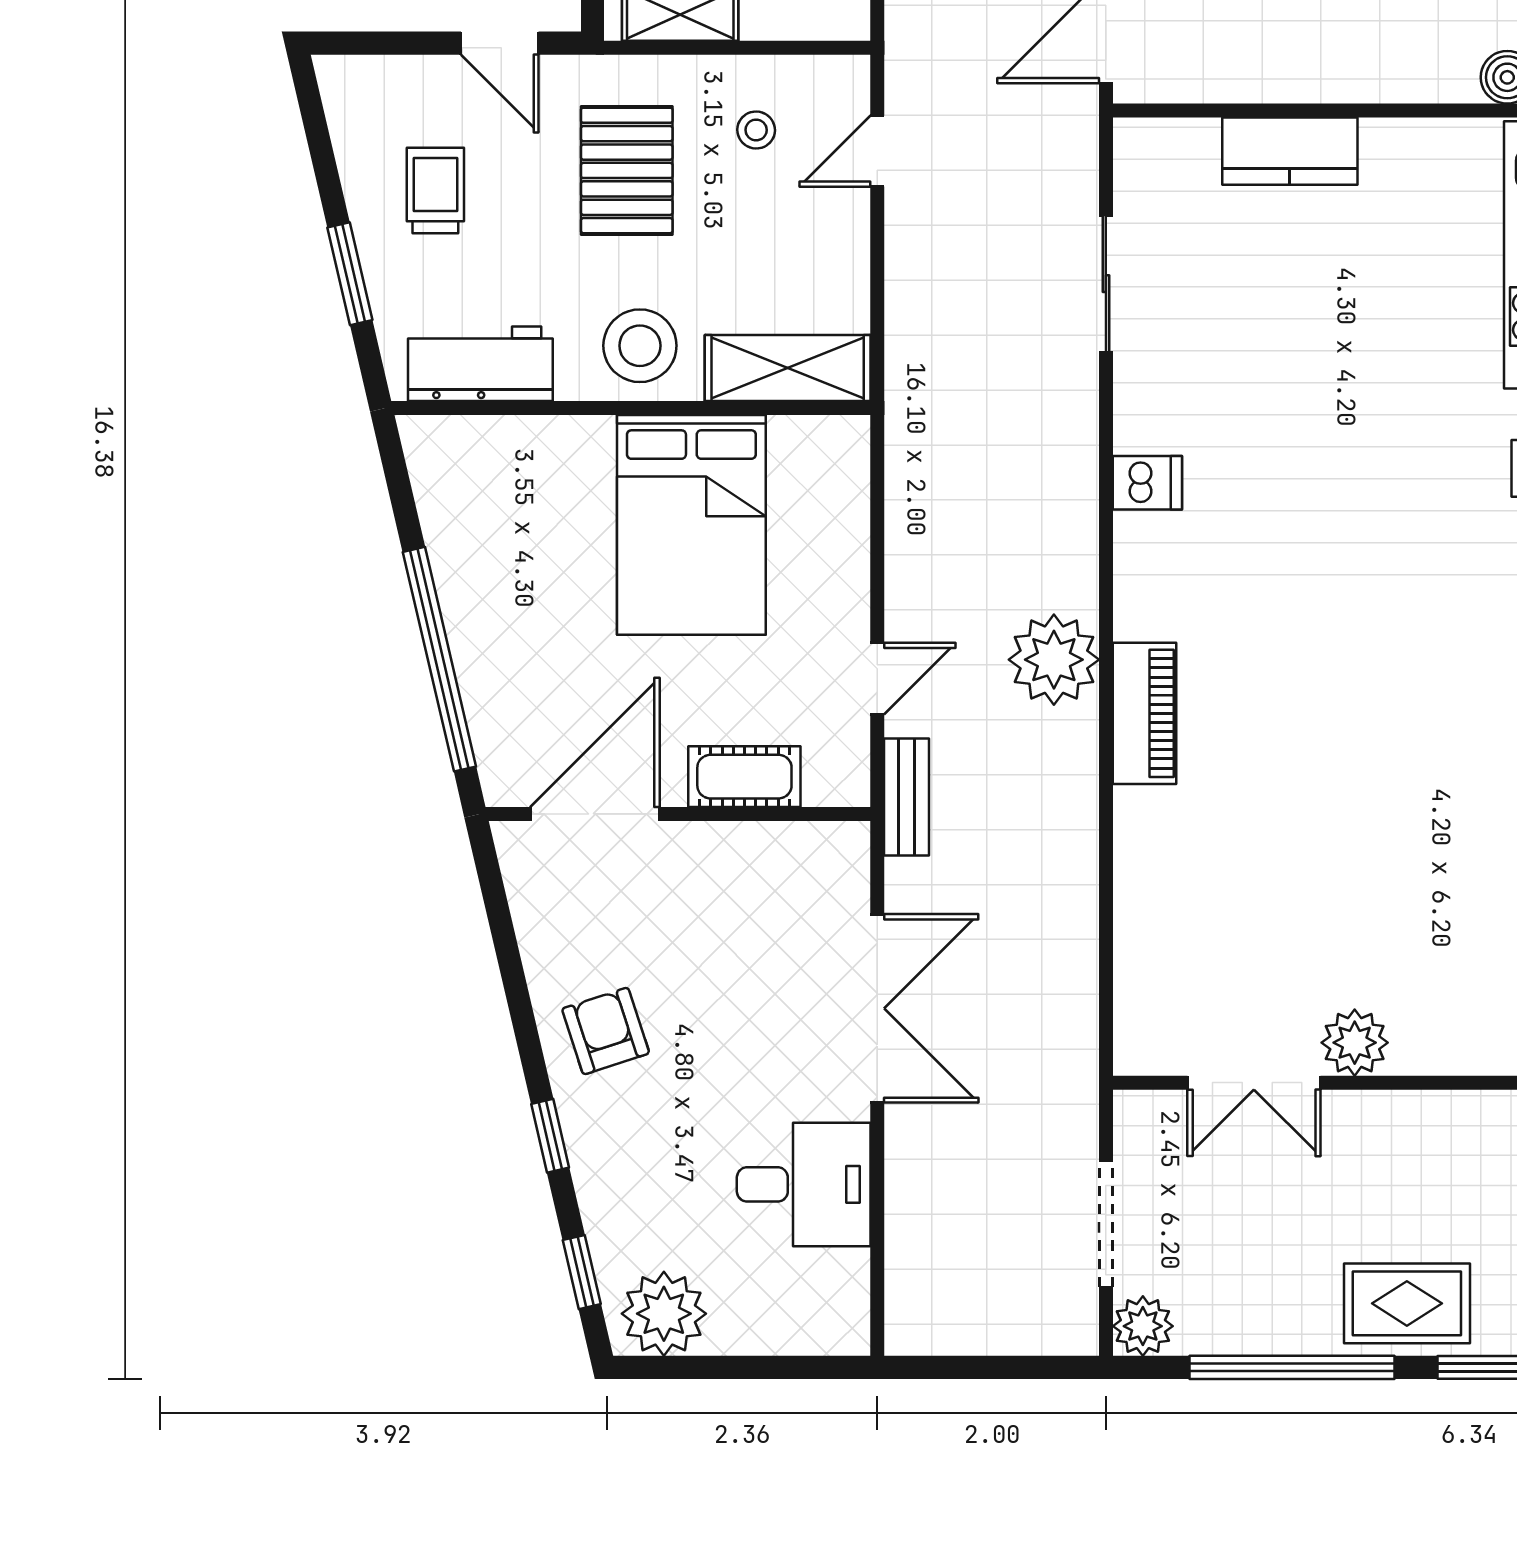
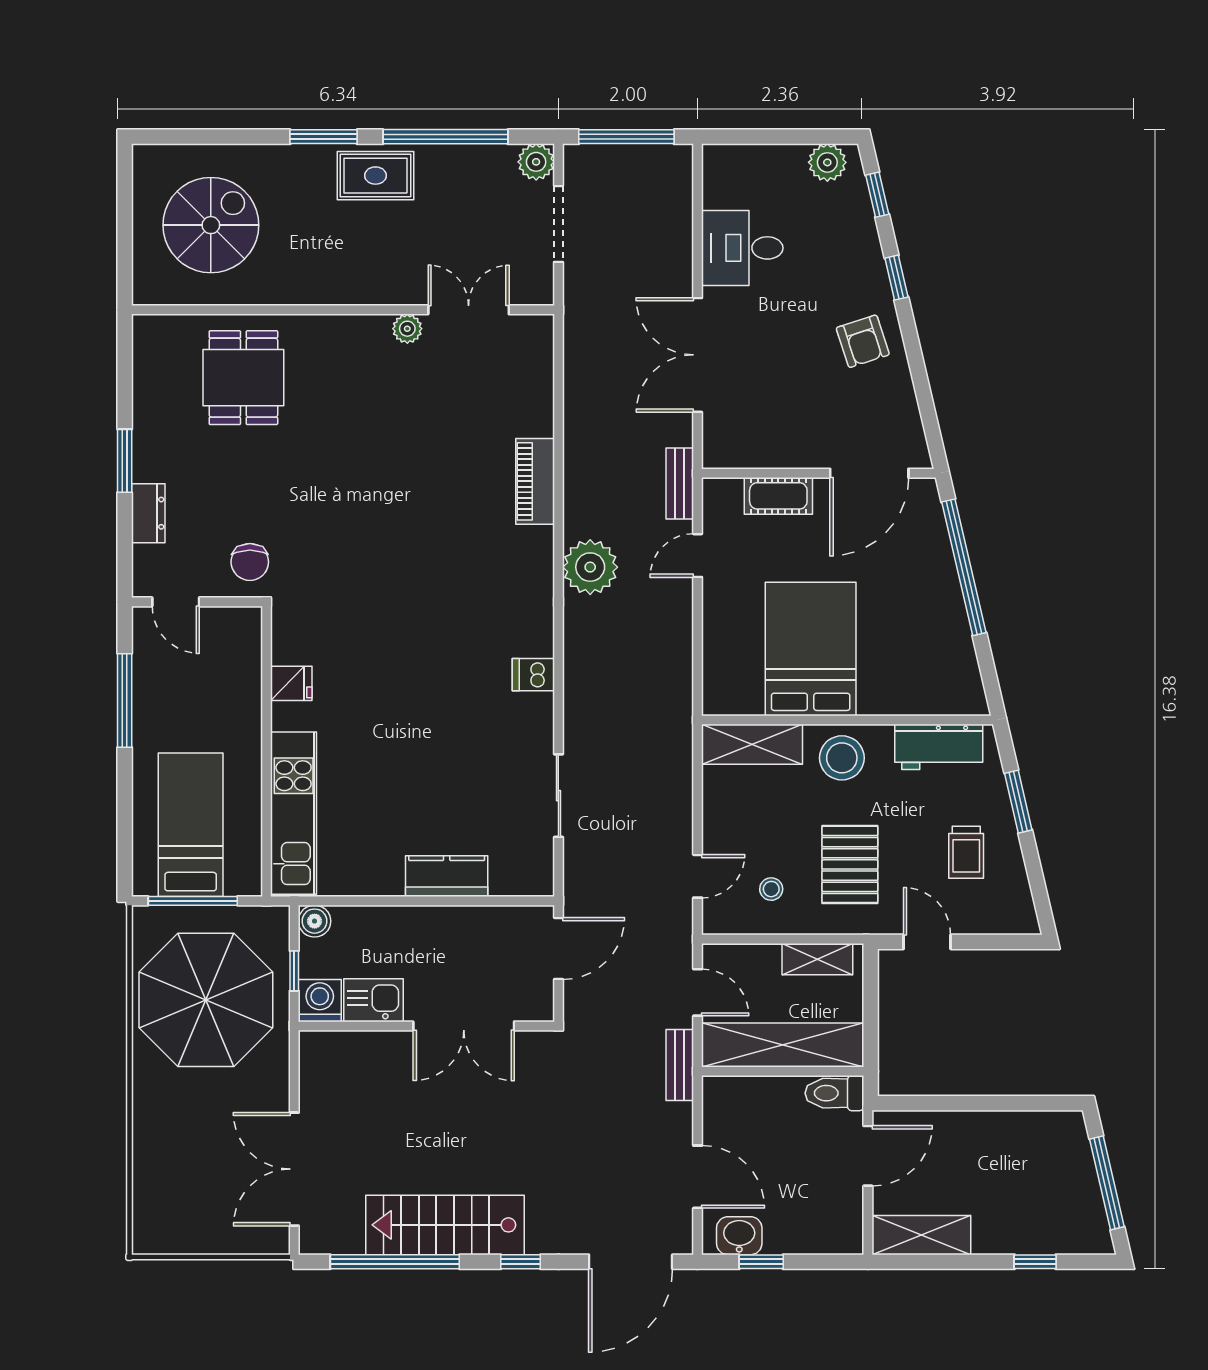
piano: (1144, 713) -> (535, 481), moved
plant: (1355, 1043) -> (407, 329), width x0.73, depth x0.73
plant: (664, 1314) -> (827, 162), width x0.73, depth x0.73
window: (994, 1367) -> (626, 137), added

